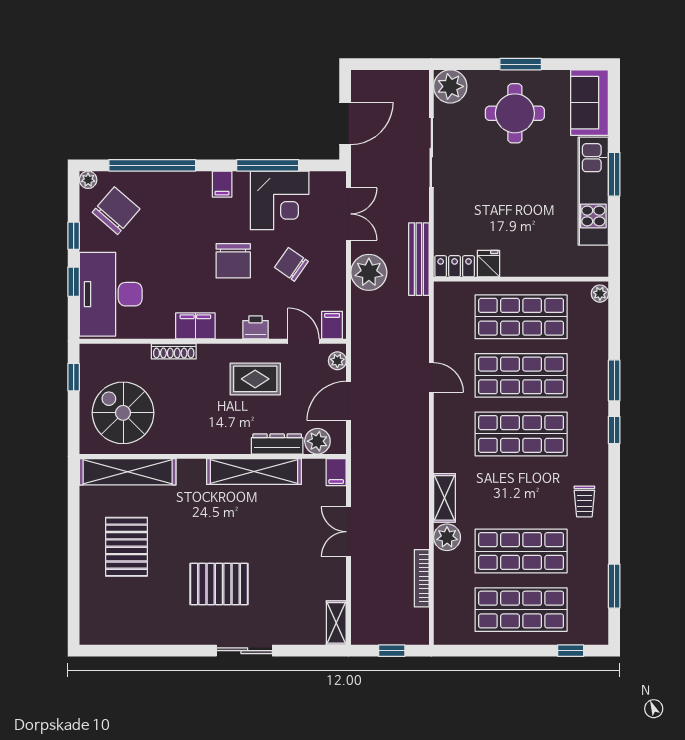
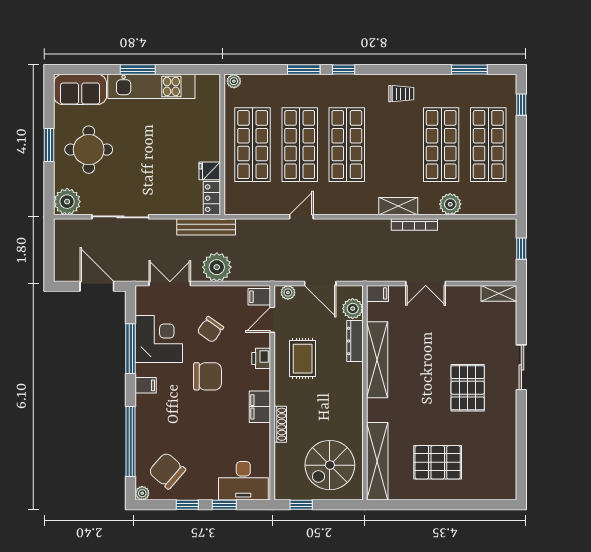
desk: (111, 294) -> (243, 481), width x0.73, depth x0.77
plant: (447, 537) -> (450, 204), moved
bookcase: (422, 578) -> (414, 225), moved

